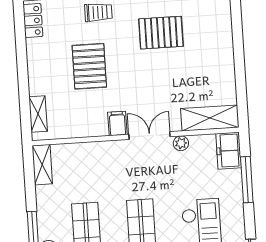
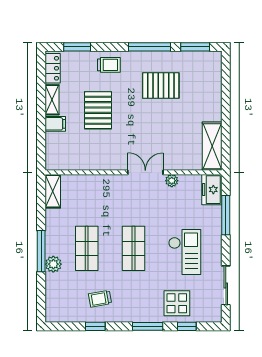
shelving: (38, 114) -> (52, 100), moved
shelving: (210, 118) -> (212, 146), moved, turned 90
filing cabinet: (117, 123) -> (55, 124), moved, turned 90

